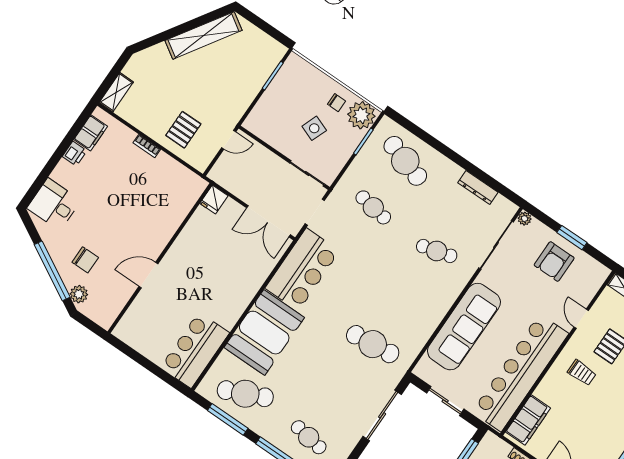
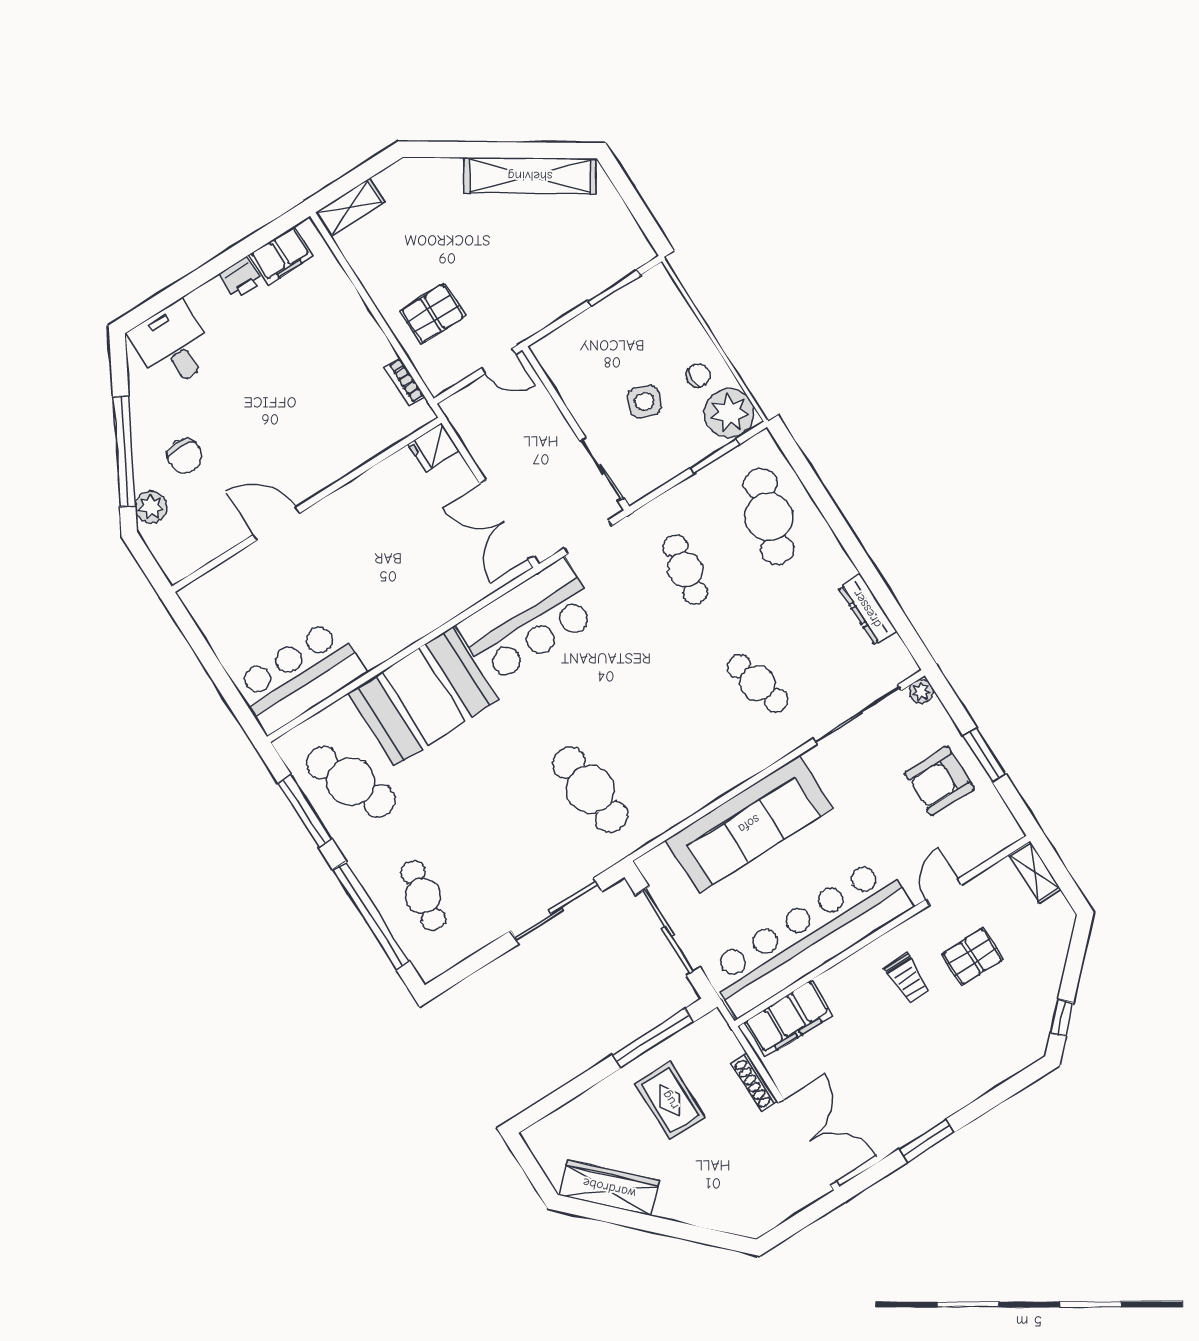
chair: (337, 103) -> (698, 375), turned -90
bookcase: (147, 146) -> (405, 382), moved
sliding door: (445, 401) -> (668, 931), width x1.37

